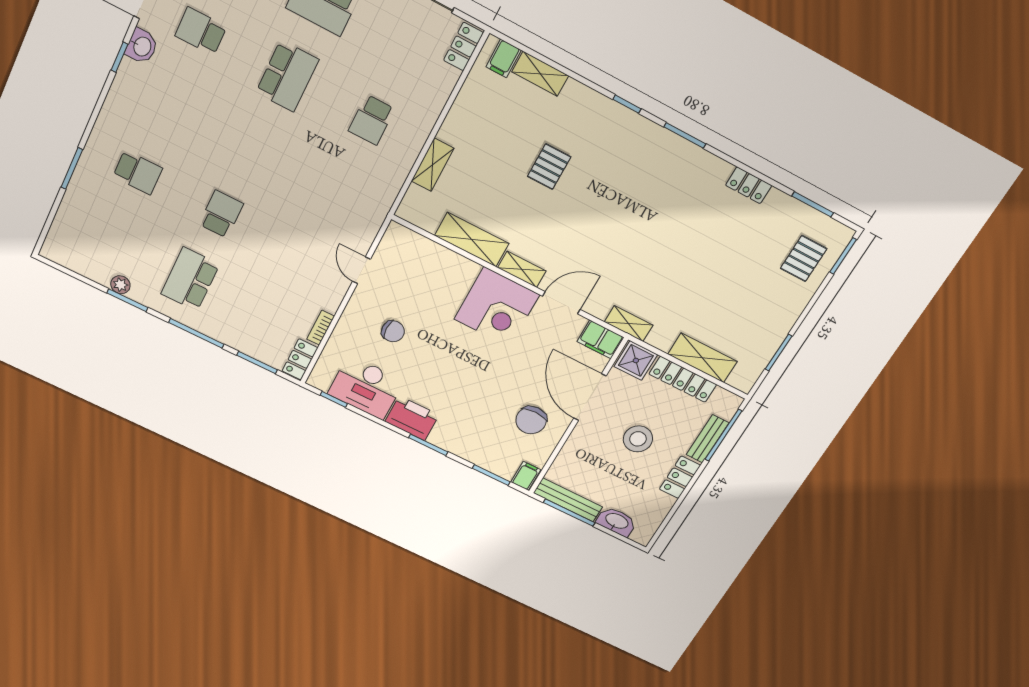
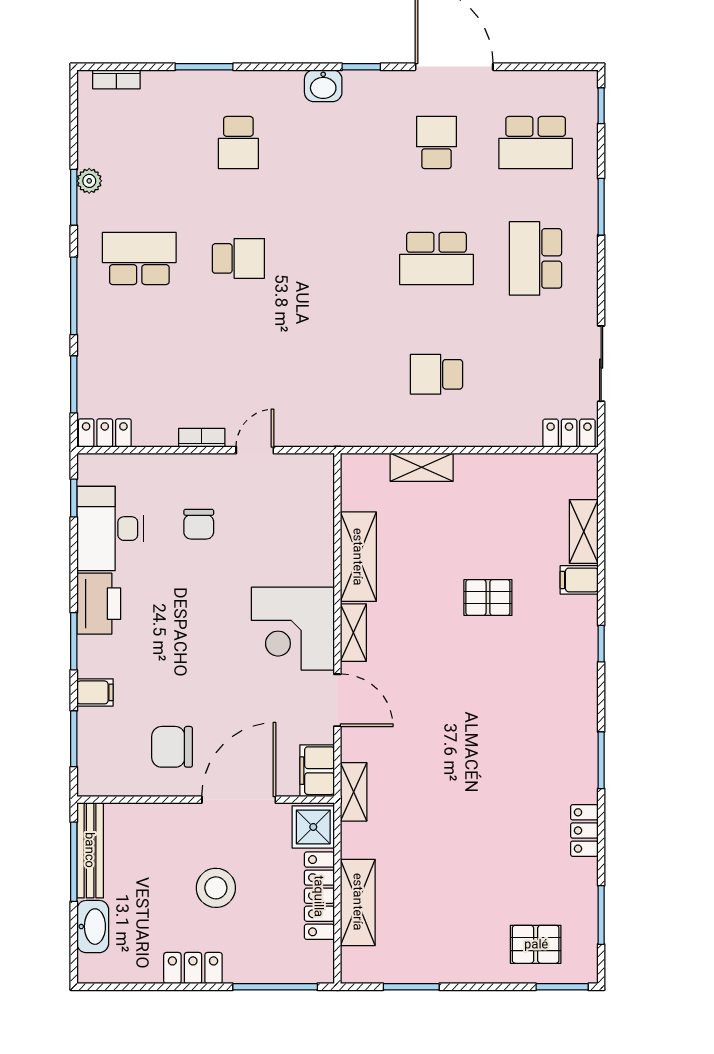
washbasin: (142, 46) -> (323, 86), moved
filing cabinet: (504, 58) -> (579, 580), moved
window: (685, 135) -> (601, 760), moved
bookcase: (56, 232) -> (116, 79), added
bookcase: (321, 328) -> (202, 438), moved
bench: (708, 439) -> (260, 971), removed
filing cabinet: (526, 476) -> (95, 692), moved

